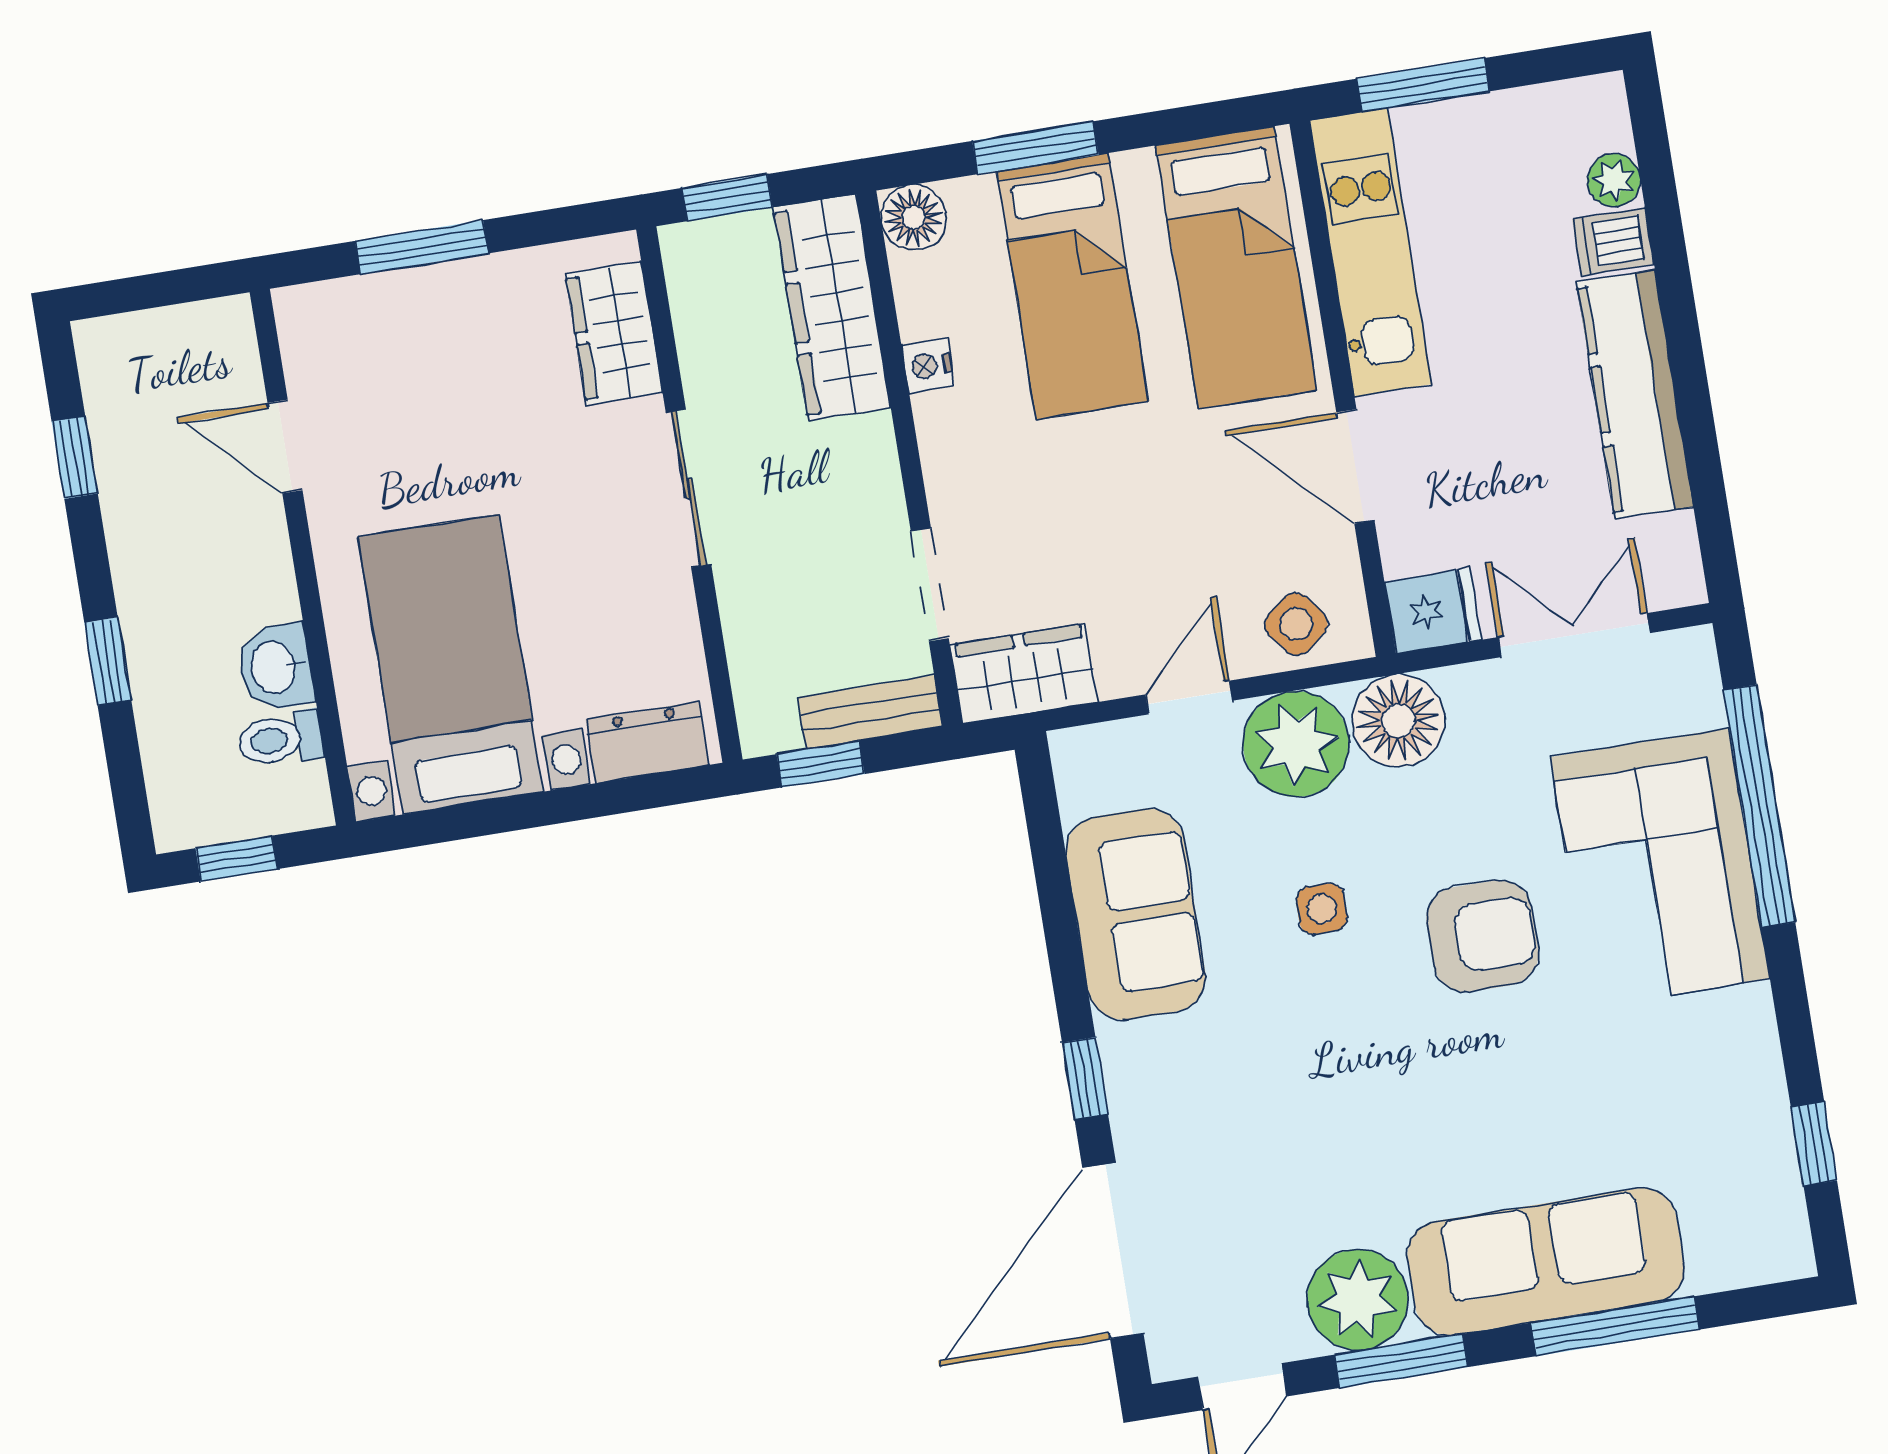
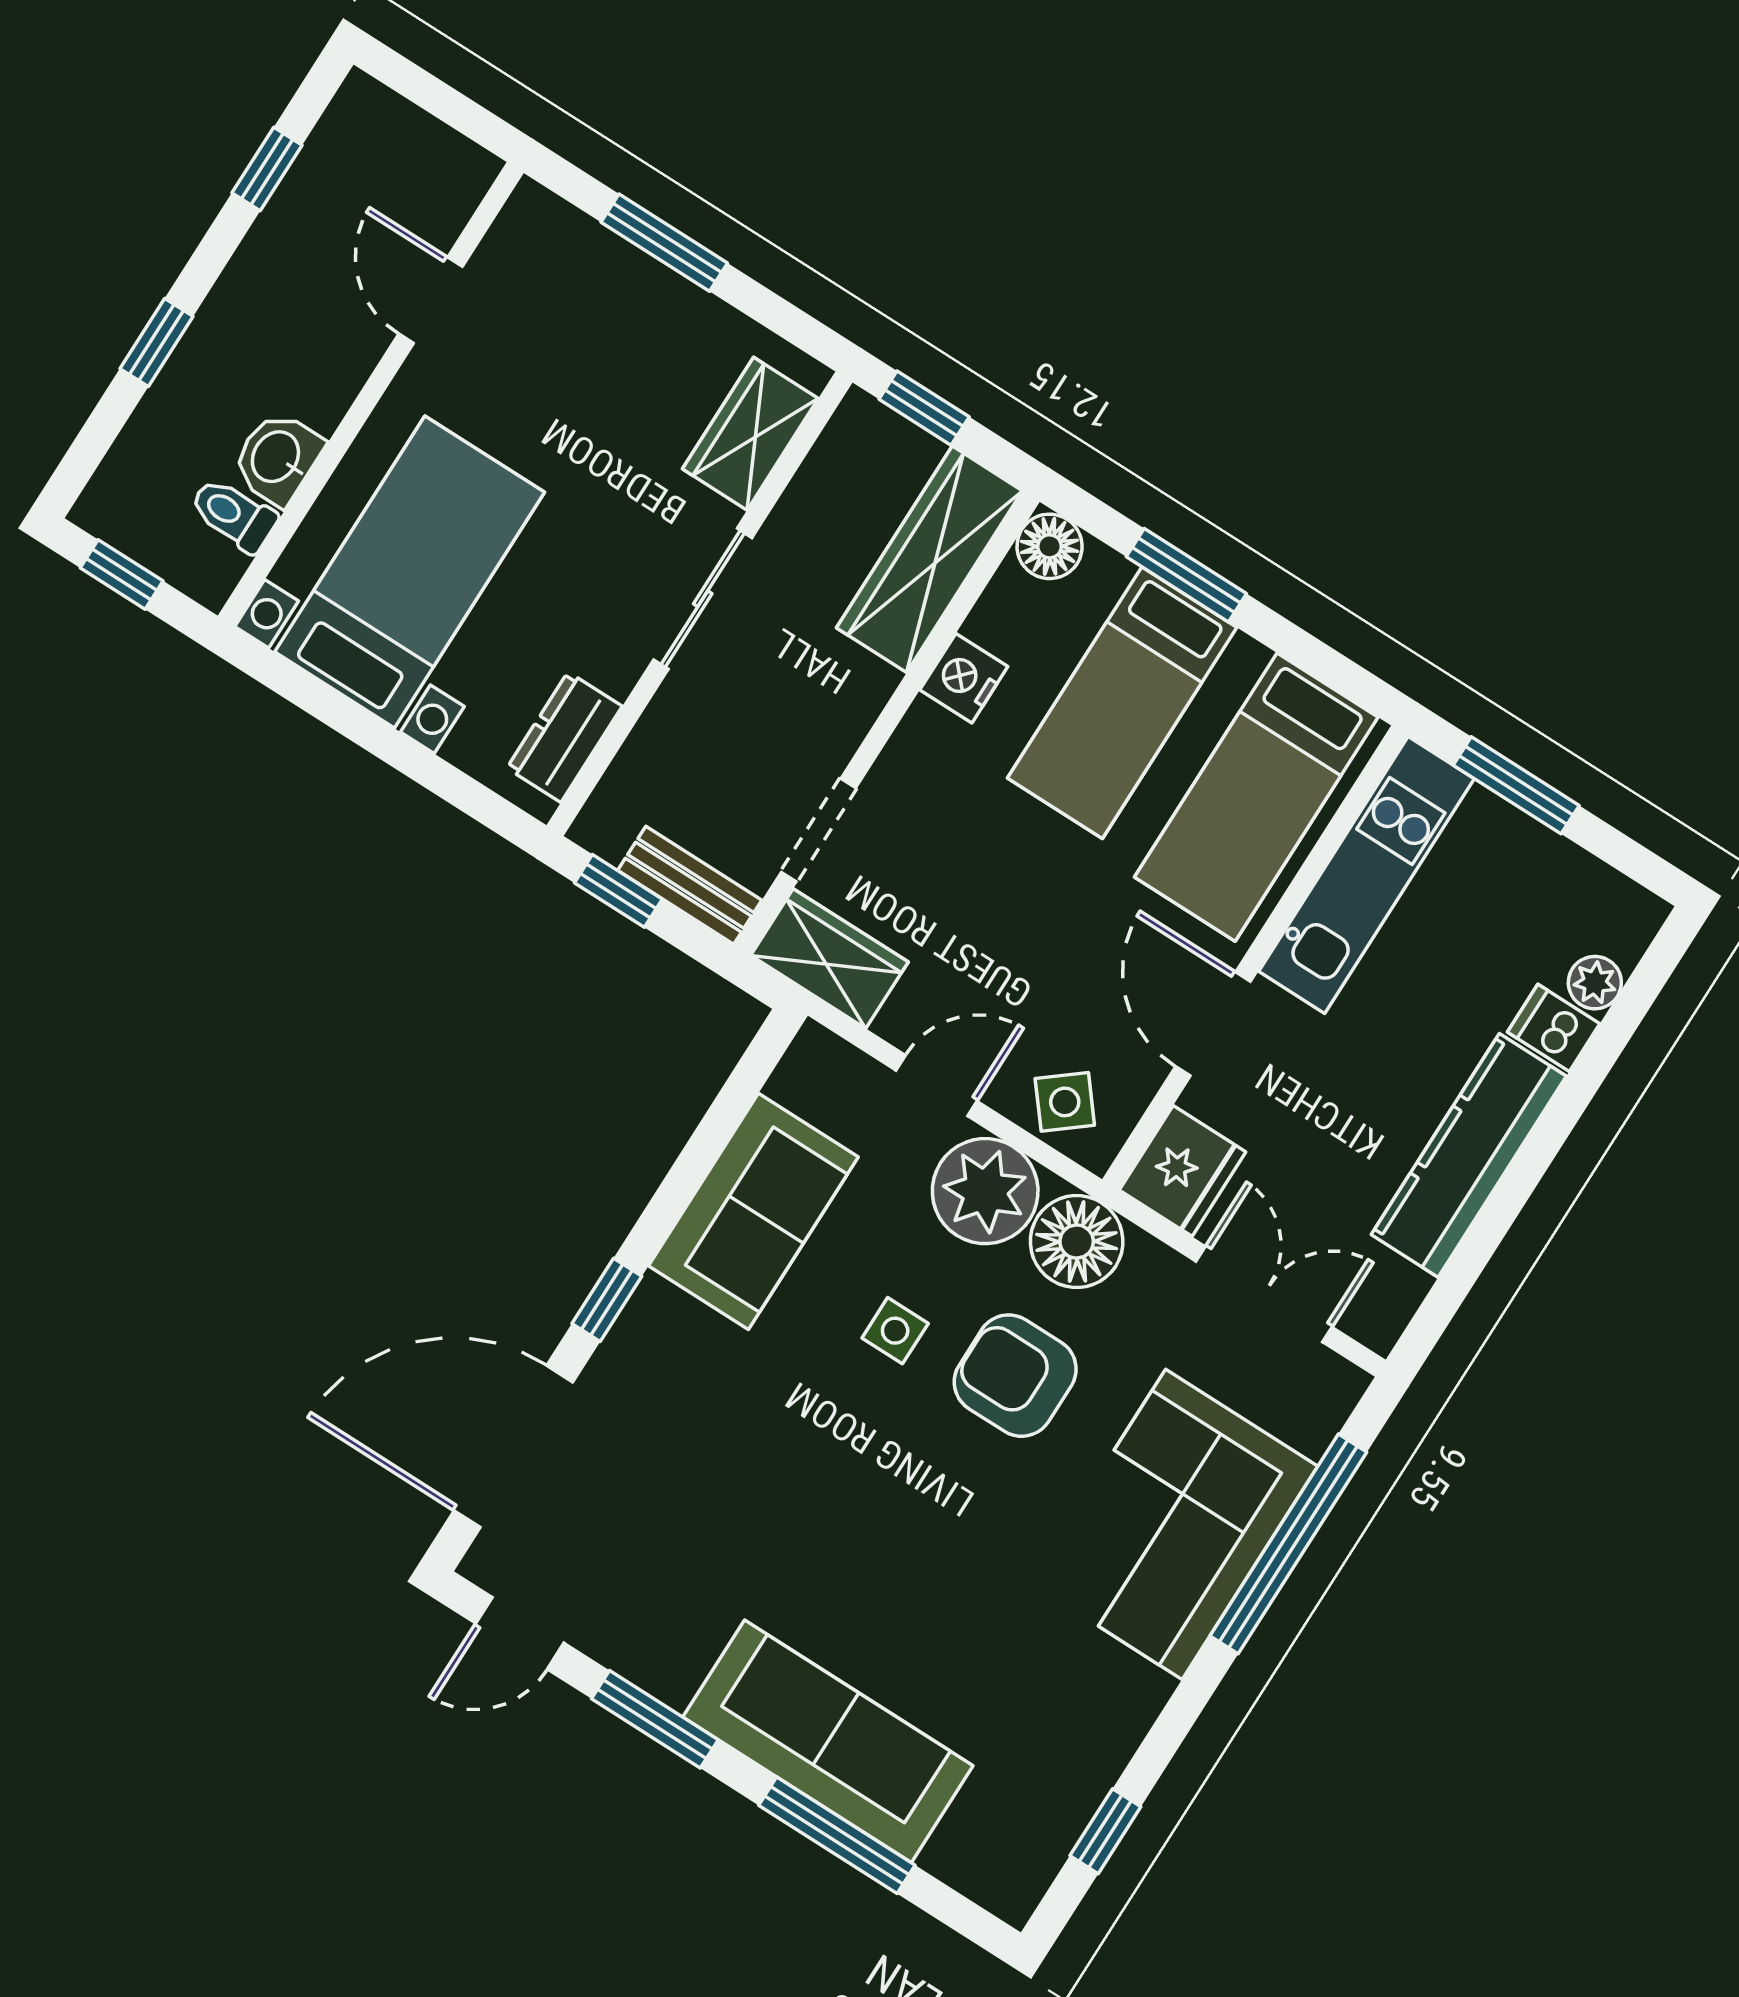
nightstand: (928, 366) -> (964, 678), width x1.39, depth x1.35
fridge: (1433, 611) -> (1183, 1171), width x1.38
dresser: (647, 742) -> (565, 737), moved, turned -90
armchair: (1482, 936) -> (1015, 1376), moved, turned 180
plant: (1358, 1300) -> (663, 1645), removed

